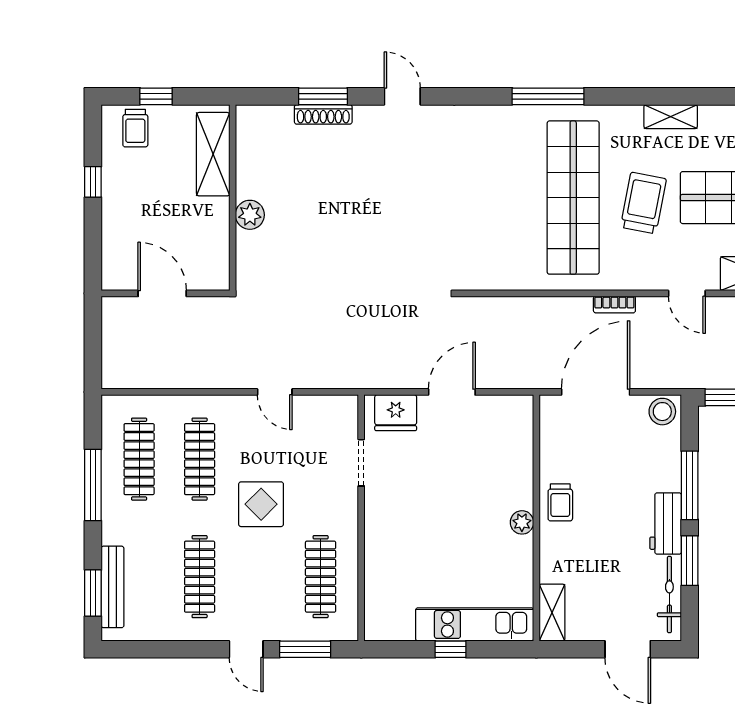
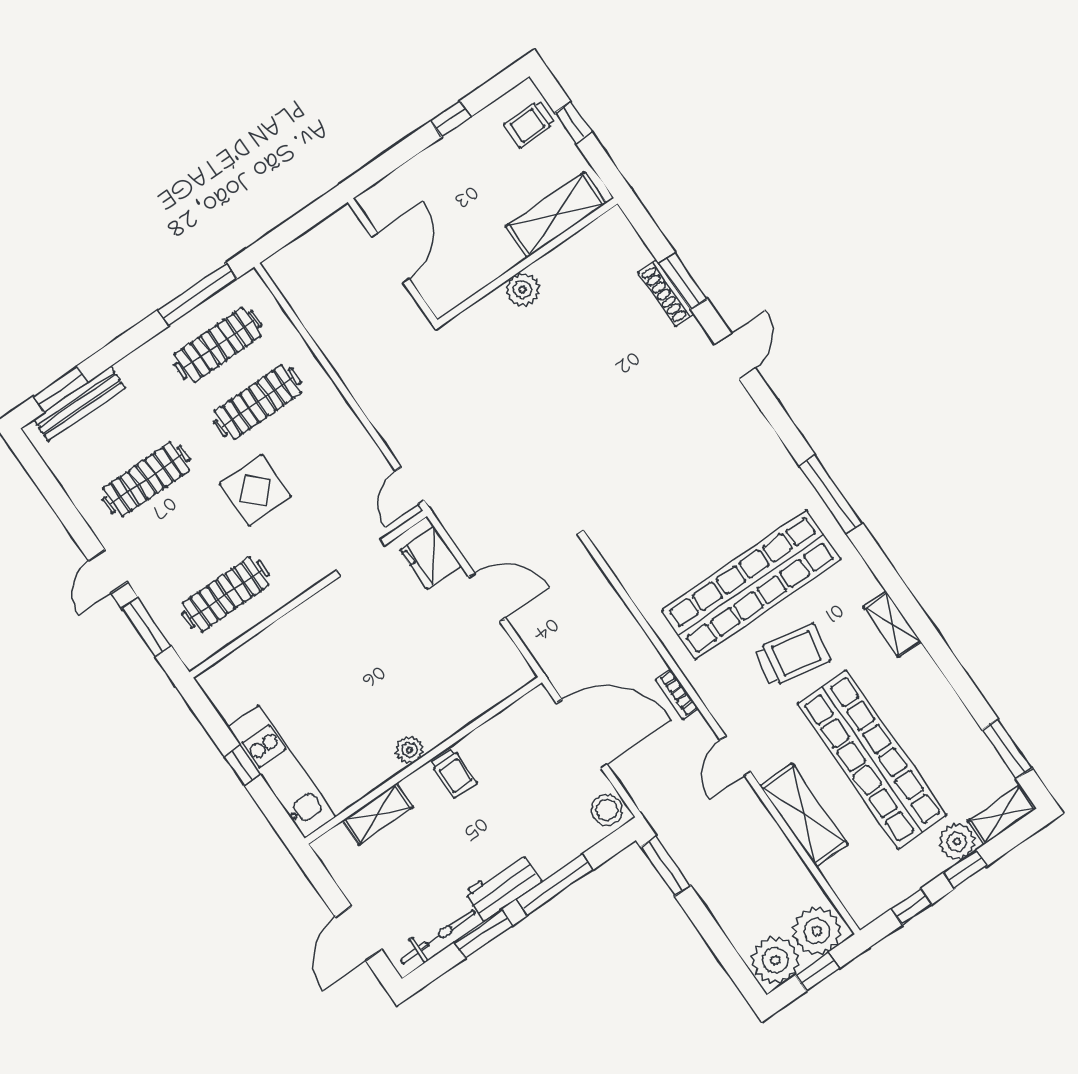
door: (275, 392) -> (410, 485), moved
window: (93, 485) -> (197, 294), moved
trolley: (560, 502) -> (454, 773), turned -90
shelving: (552, 613) -> (378, 814), moved

